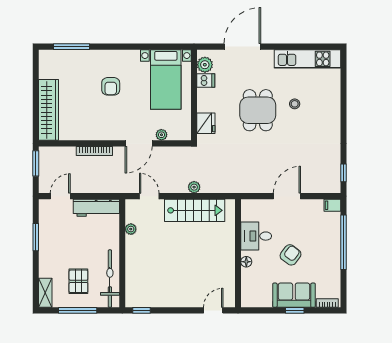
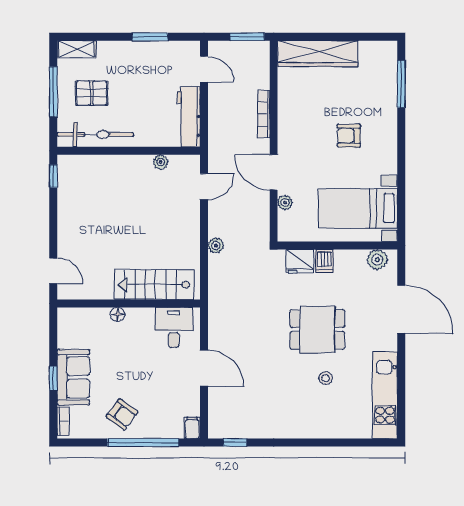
dishwasher: (206, 81) -> (324, 261), moved
stairs: (195, 210) -> (154, 285), moved, turned 90
desk: (256, 236) -> (174, 327), moved
armchair: (291, 255) -> (122, 415), moved

